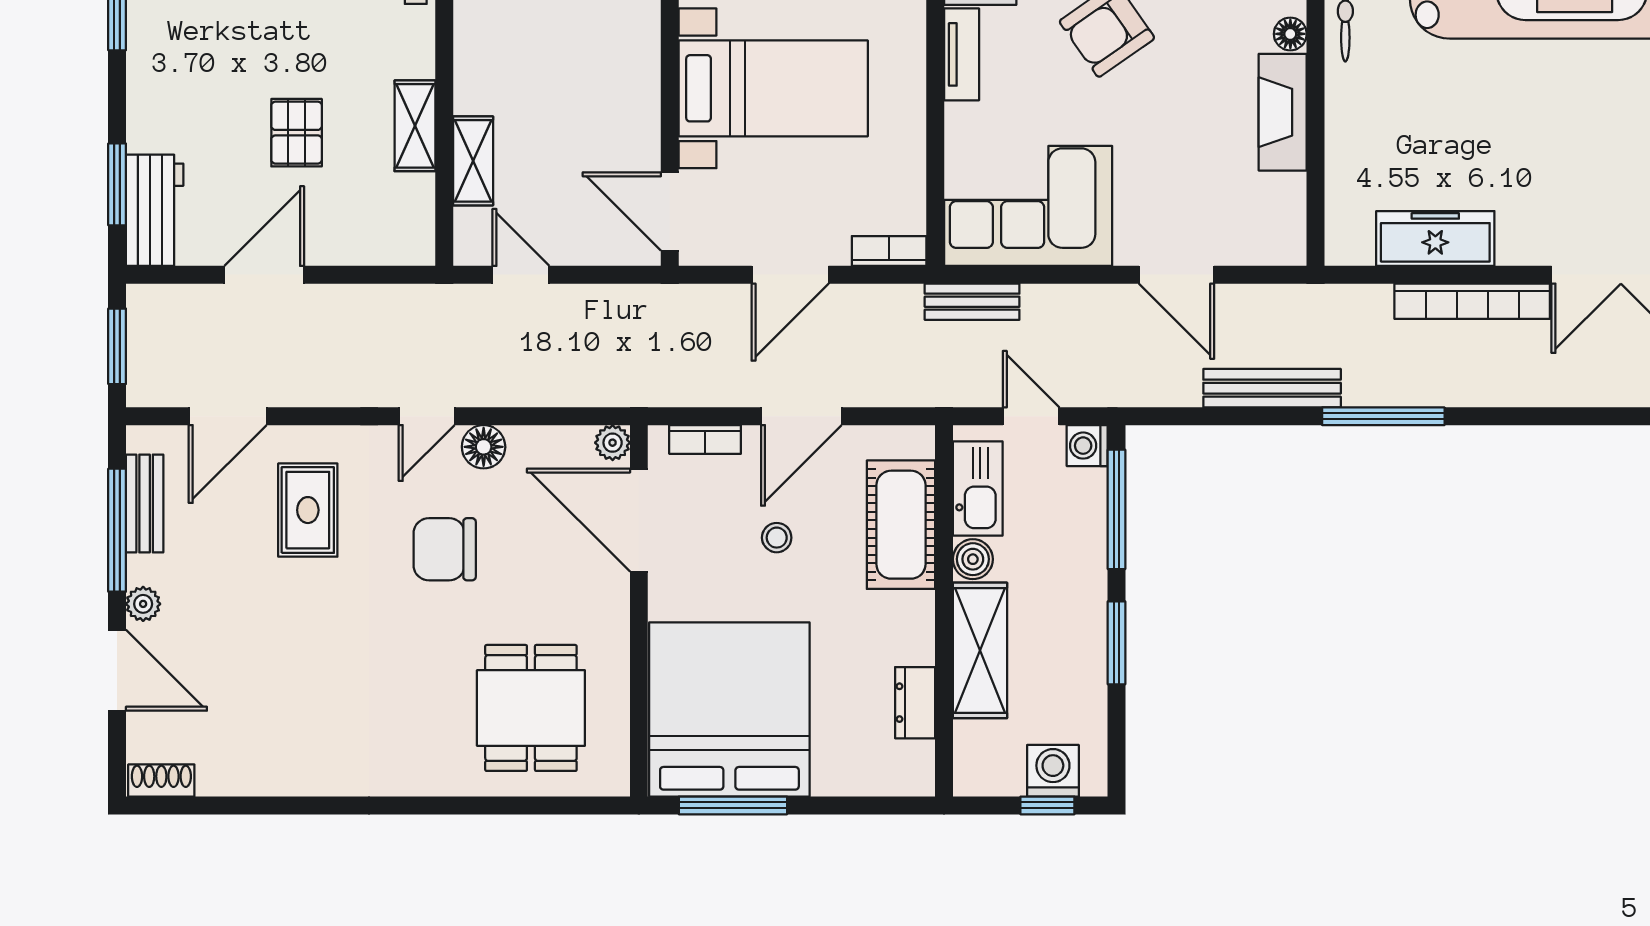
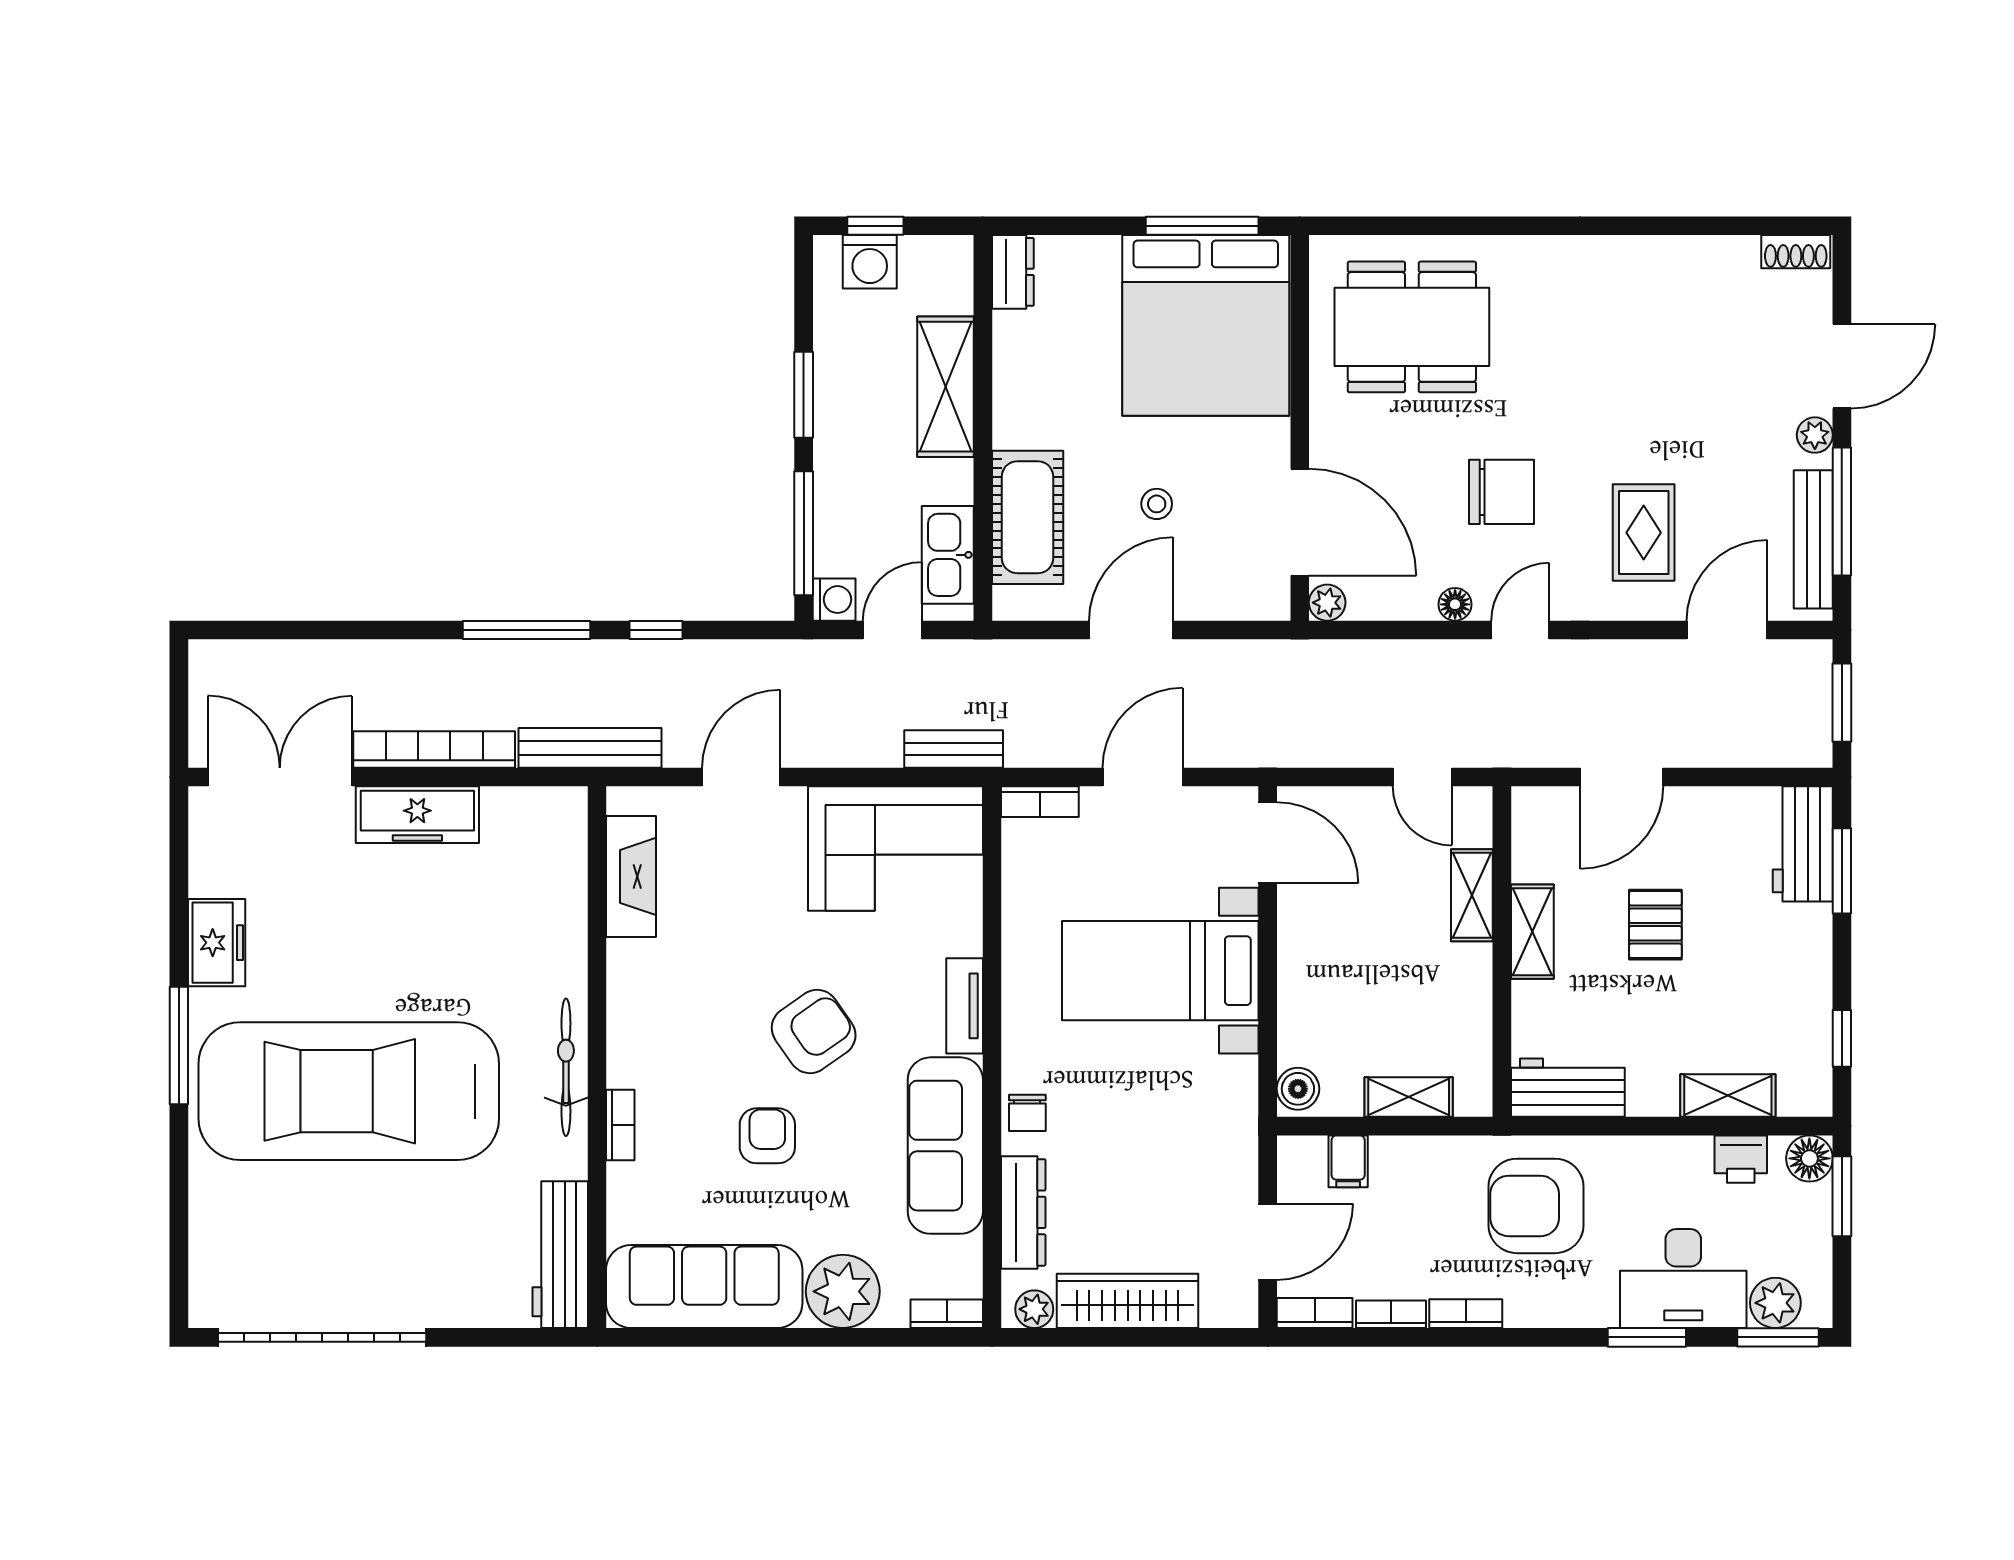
floor lamp: (1290, 34) -> (623, 1027), removed
fireplace: (1283, 112) -> (631, 876), moved
freezer: (1435, 238) -> (417, 815), moved
door: (264, 275) -> (1622, 777), moved
door: (1177, 275) -> (741, 777), hinge flipped
bench: (1272, 388) -> (590, 748), moved
door: (1031, 416) -> (892, 630), swing flipped
window: (1259, 416) -> (656, 630), added
bookcase: (705, 439) -> (1231, 606), removed
floor lamp: (484, 447) -> (1455, 604), width x0.73, depth x0.73
bench: (145, 503) -> (1813, 539), width x1.36
boiler: (973, 559) -> (953, 481), removed
door: (117, 670) -> (1842, 366), swing flipped
dresser: (915, 703) -> (1013, 272), moved
dining table: (531, 708) -> (1412, 327), width x1.38

